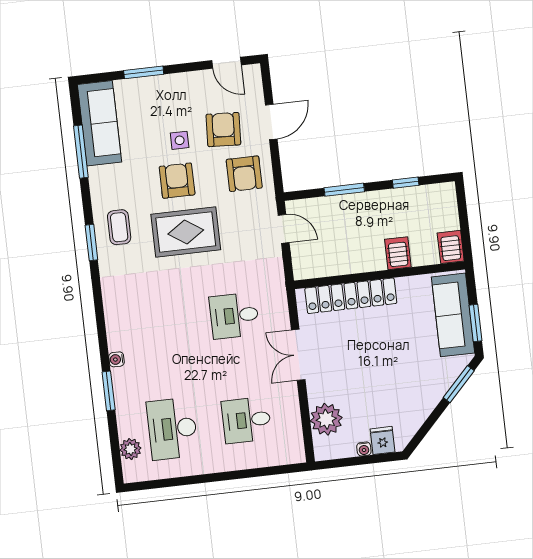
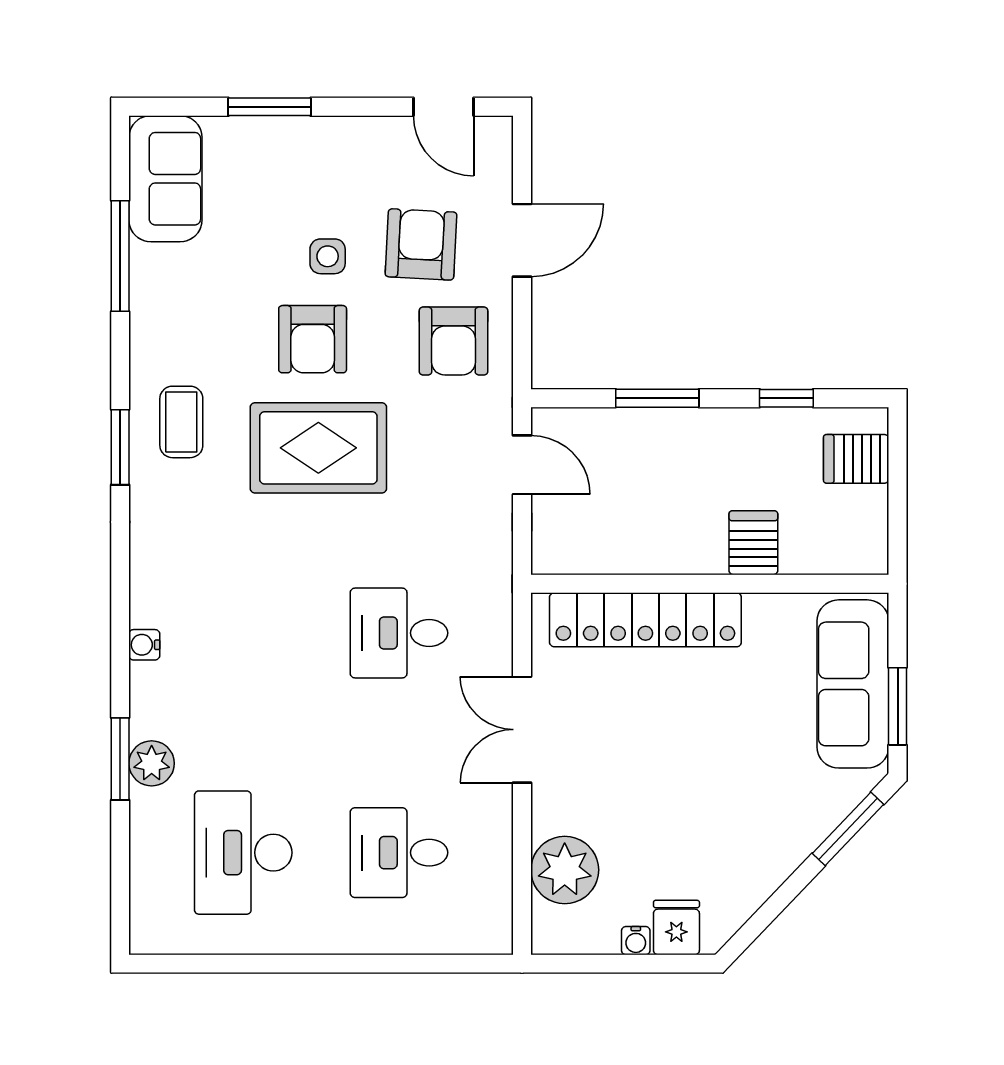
sofa: (99, 123) -> (165, 179), width x0.73
armchair: (177, 181) -> (313, 339), turned 180
server rack: (451, 247) -> (856, 459), moved, turned -90
water cooler: (117, 359) -> (144, 645), moved
plant: (130, 449) -> (152, 763), moved

